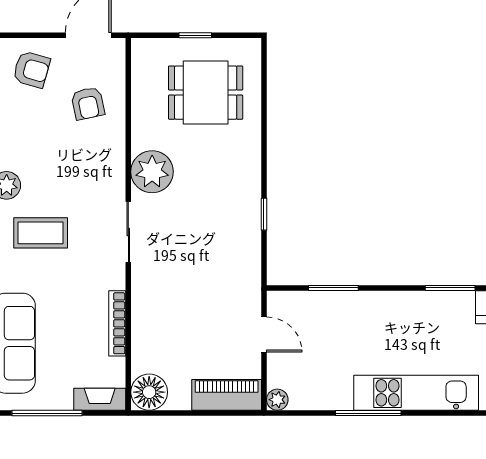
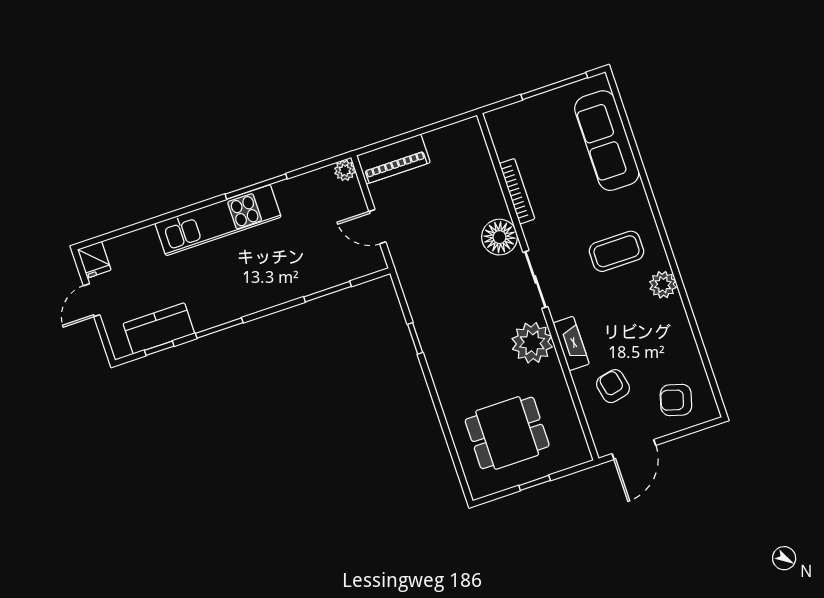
floor lamp: (149, 392) -> (500, 237), moved
fireplace: (100, 399) -> (571, 343), moved, turned -90

